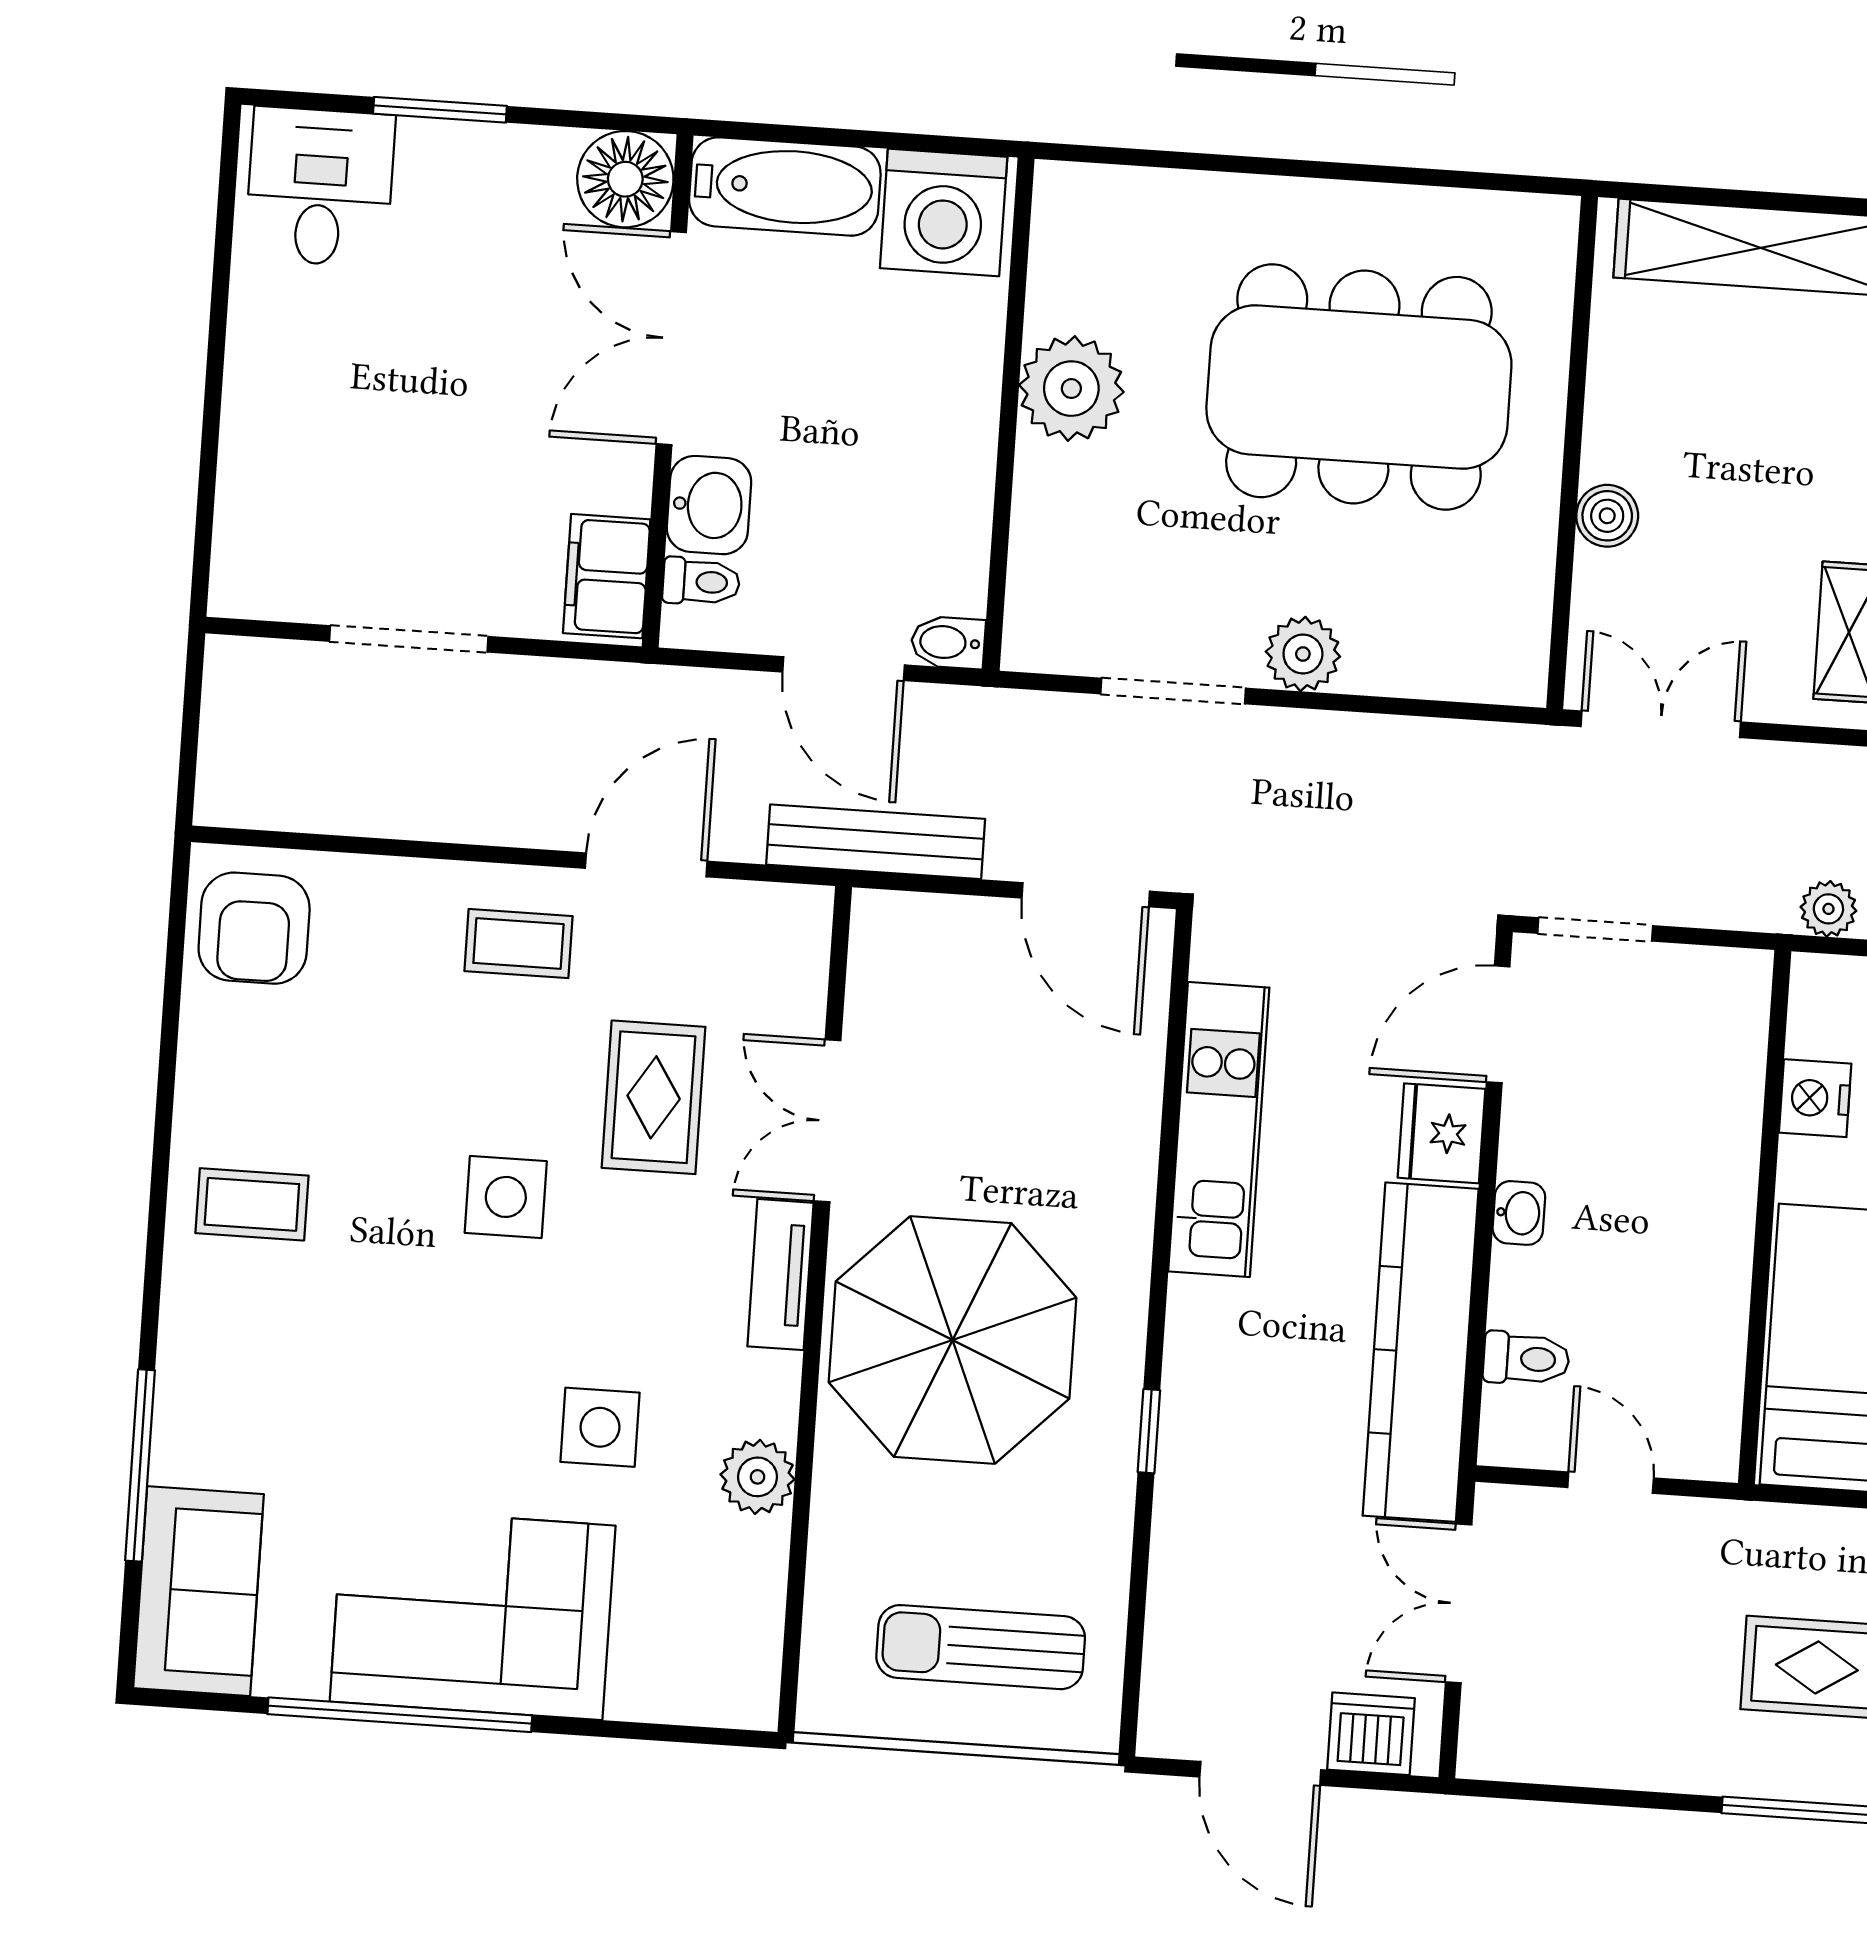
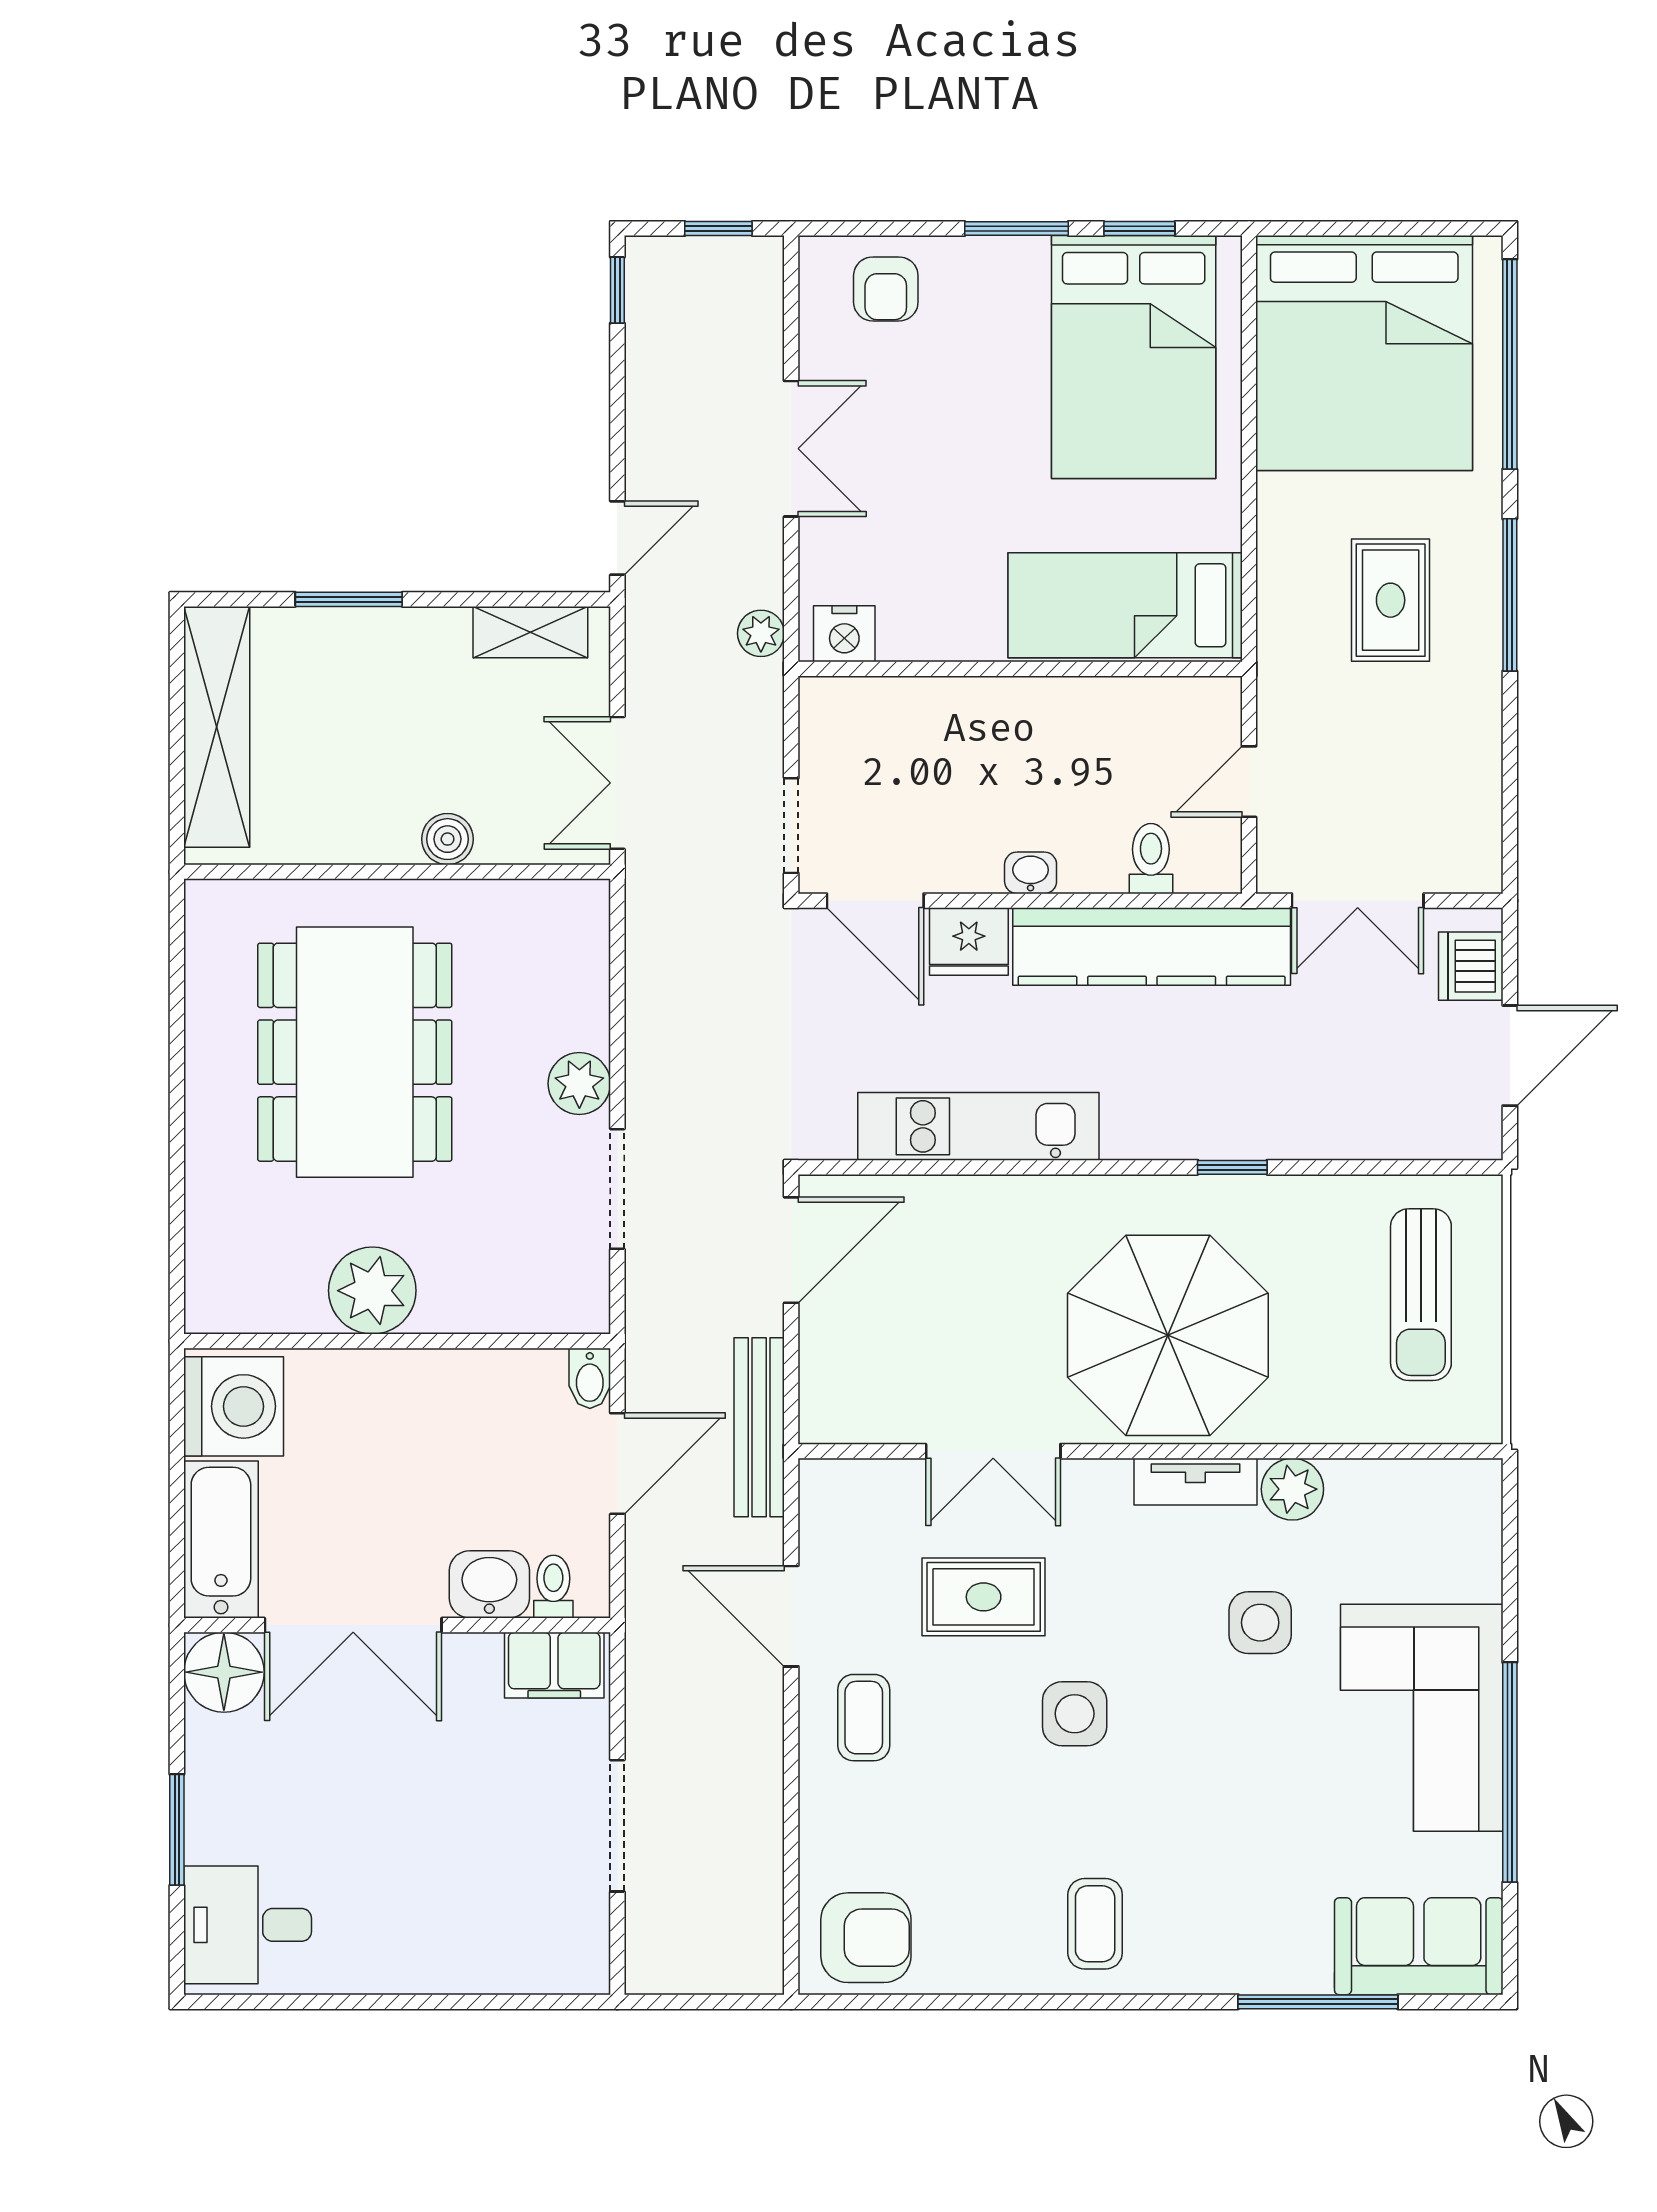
nightstand: (1815, 1098) -> (844, 634), moved
tv unit: (780, 1275) -> (1195, 1482), moved

